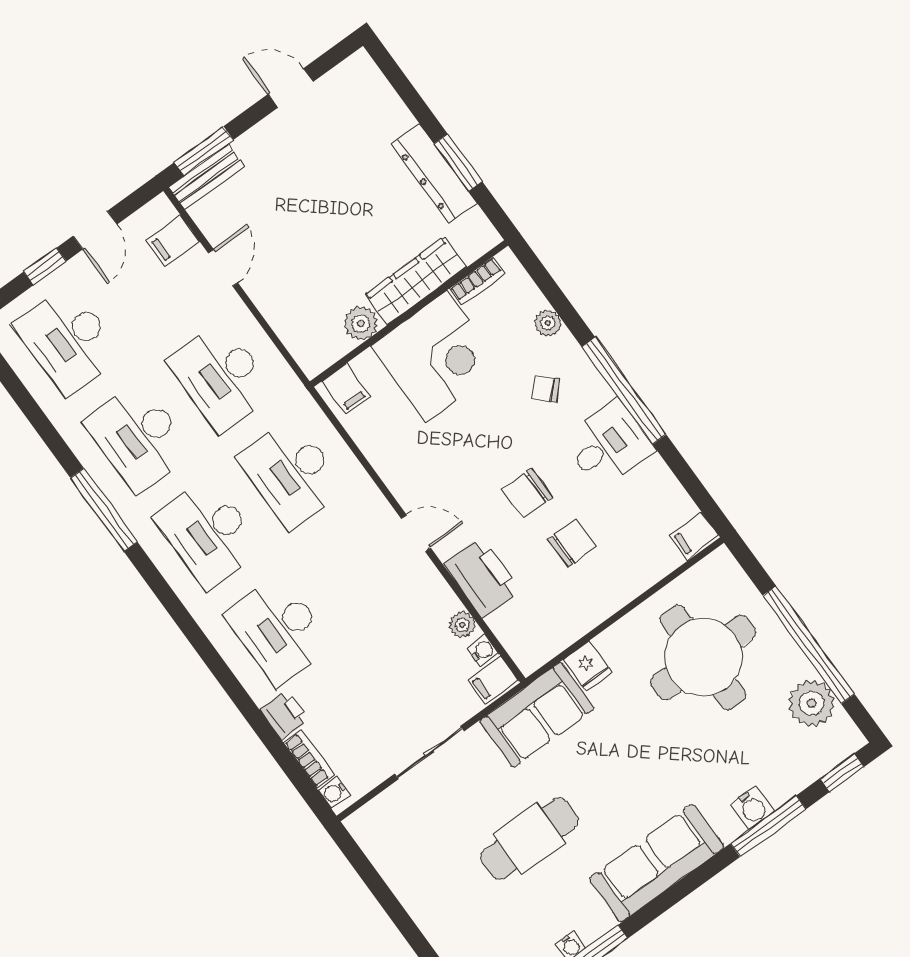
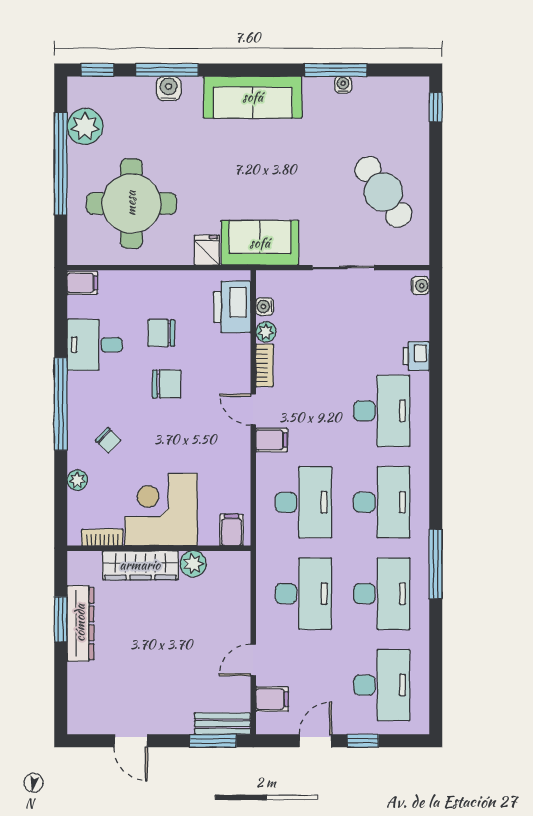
desk: (608, 445) -> (95, 345), moved
printer: (482, 577) -> (232, 307), moved
filing cabinet: (493, 680) -> (271, 440), moved
bookcase: (309, 758) -> (264, 365), moved, turned 180
cafe table: (529, 839) -> (383, 192), moved, turned 56

